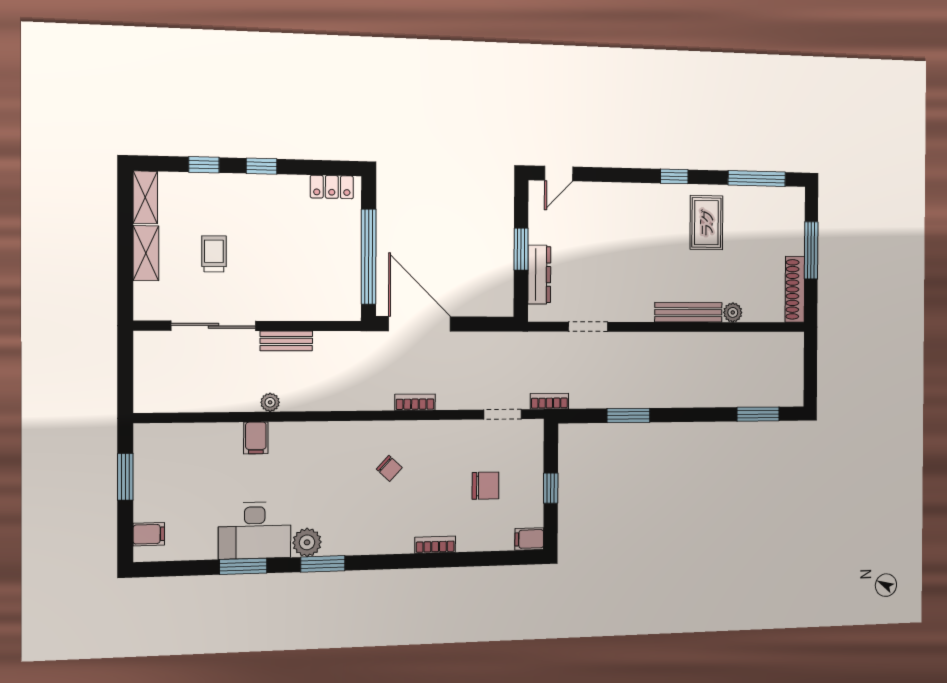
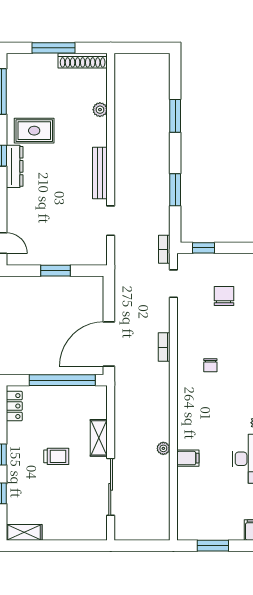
shelving: (146, 253) -> (99, 438), moved, turned 90
trolley: (214, 254) -> (56, 456), moved, turned 180
dresser: (539, 275) -> (15, 166), moved, turned 90
bench: (688, 312) -> (100, 173), moved
bench: (286, 341) -> (121, 437), removed
window: (758, 414) -> (175, 116), moved
chair: (389, 468) -> (210, 365), turned 137
window: (551, 488) -> (203, 248), moved

